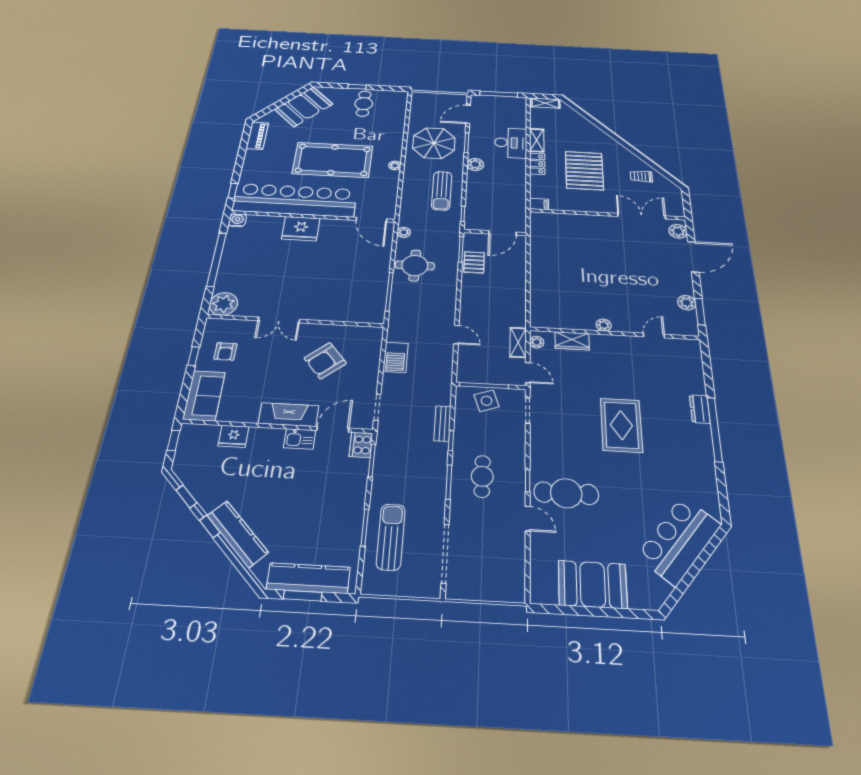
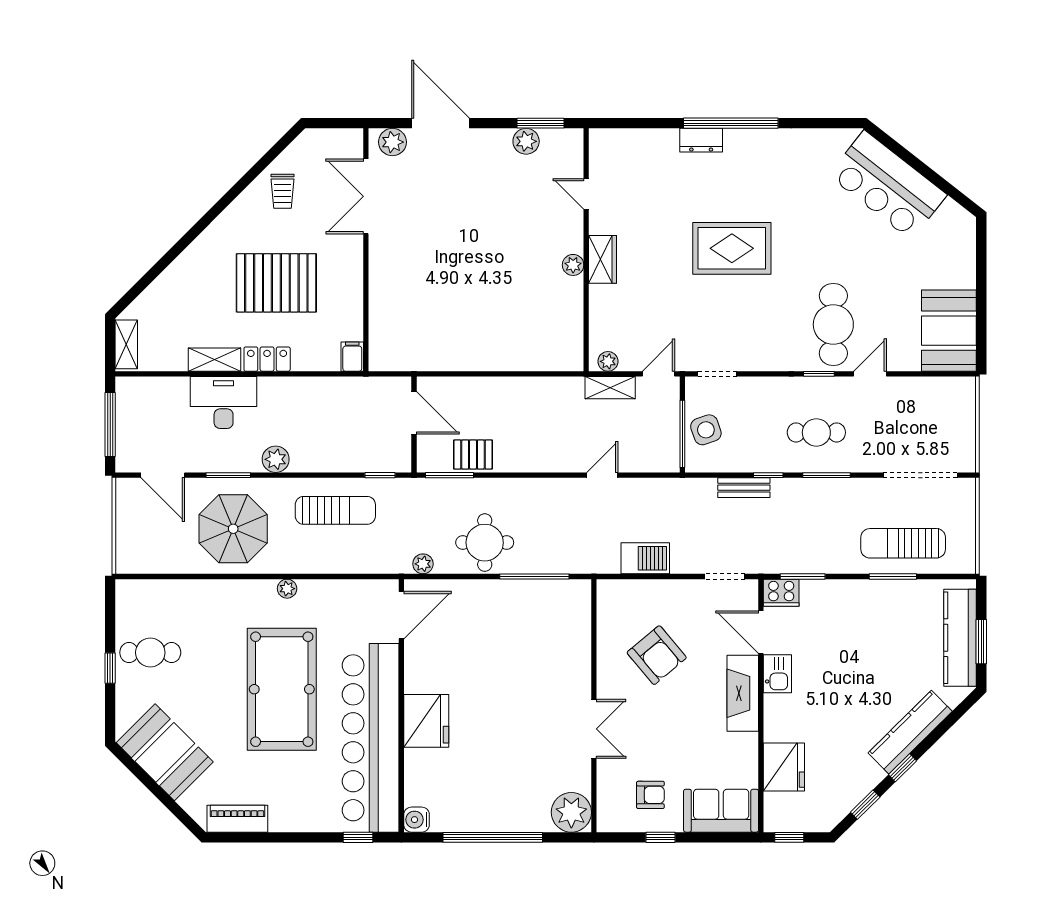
wardrobe: (572, 341) -> (603, 259), moved
fridge: (234, 436) -> (784, 767), width x1.36, depth x1.34
booth: (593, 584) -> (949, 331), moved

